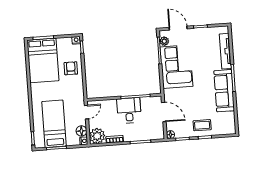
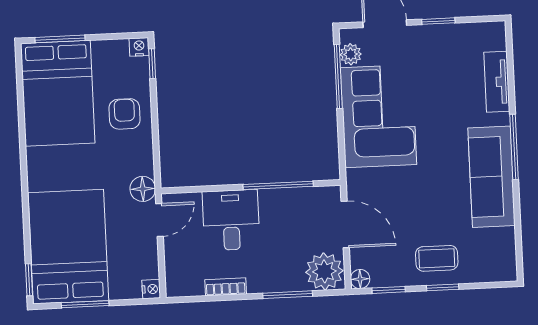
tv unit: (225, 51) -> (497, 82), width x0.71
desk: (129, 110) -> (231, 220), moved
bed: (54, 124) -> (68, 247), width x1.50
floor lamp: (81, 131) -> (143, 189), moved
plant: (97, 136) -> (324, 271), moved

